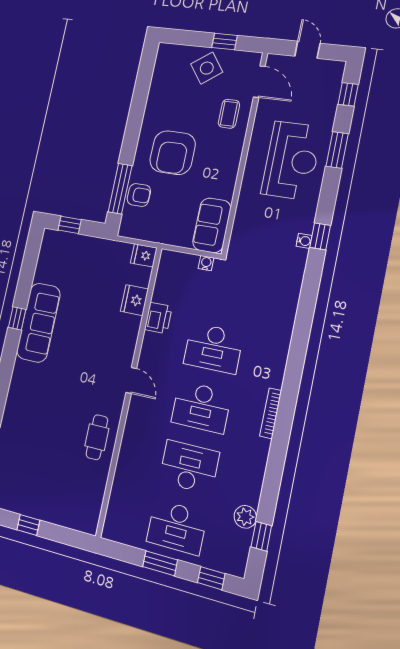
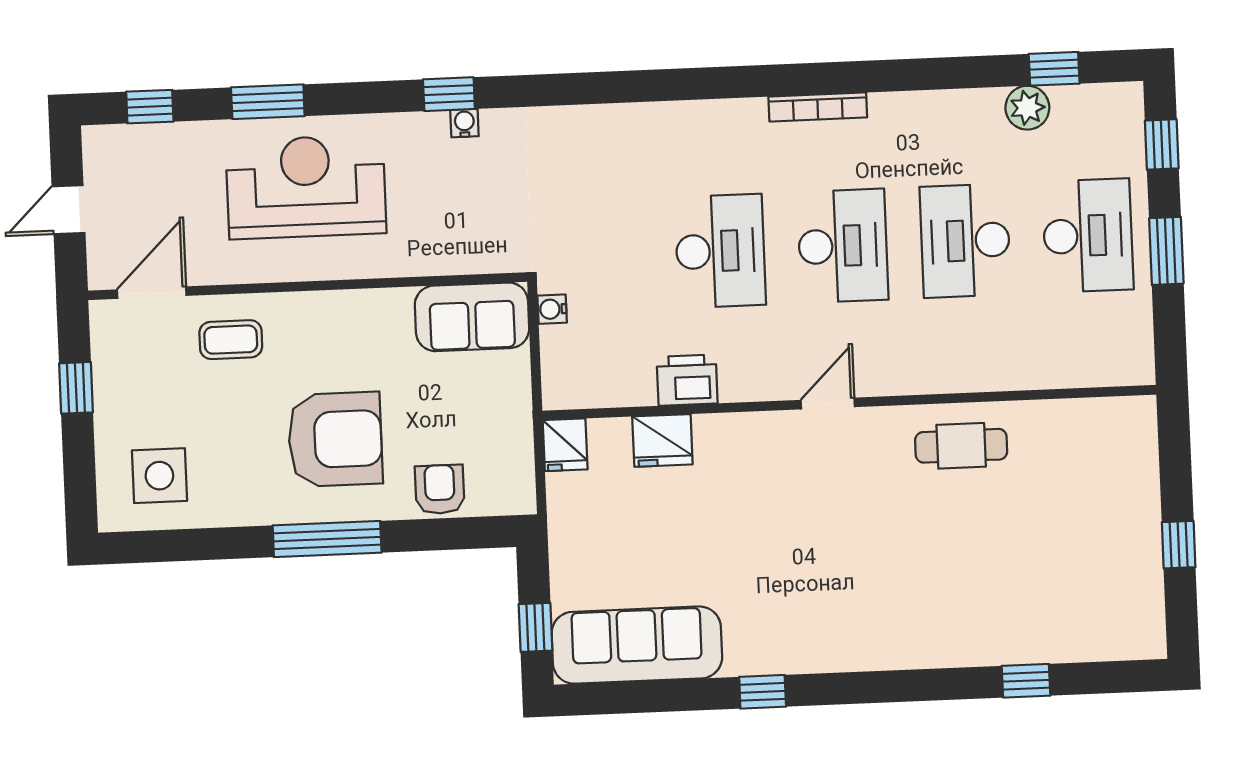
side table: (207, 68) -> (159, 476), moved, turned 37
window: (120, 189) -> (327, 539), moved
sofa: (38, 323) -> (637, 645), moved

